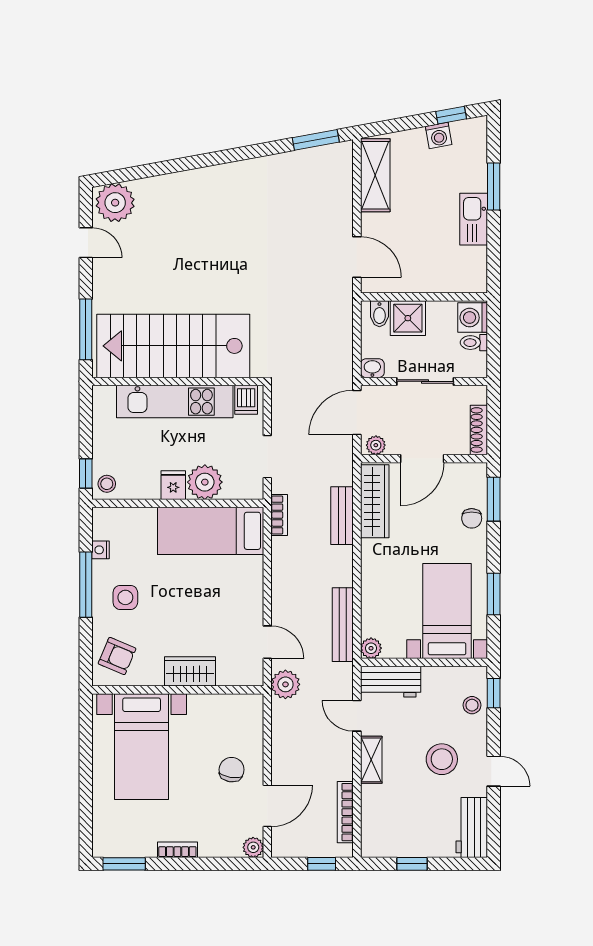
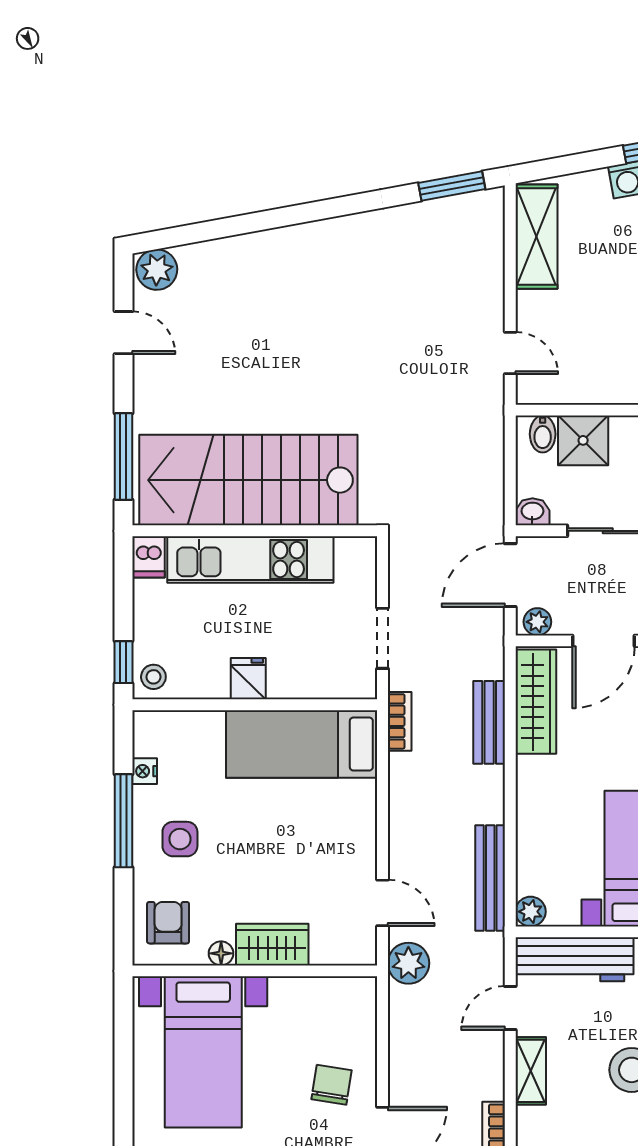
plant: (115, 203) -> (157, 270), width x0.73, depth x0.73
door: (357, 257) -> (510, 353), width x0.73
dishwasher: (246, 400) -> (148, 557), moved
plant: (205, 482) -> (293, 674), removed
armchair: (117, 656) -> (168, 923), turned -113
floor lamp: (154, 678) -> (221, 953), added
workbench: (391, 682) -> (575, 959), width x1.38
door: (357, 716) -> (510, 1008), hinge flipped

